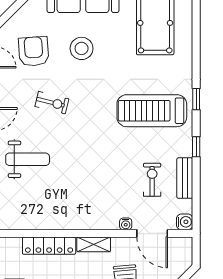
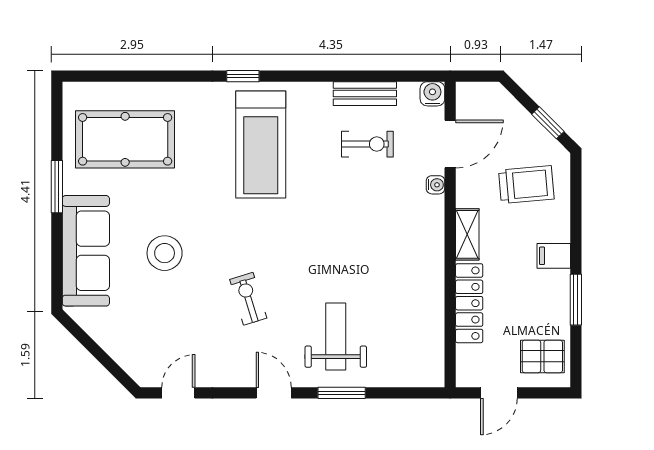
armchair: (34, 51) -> (169, 327), removed
exercise bike: (52, 103) -> (248, 299), turned -31
window: (196, 147) -> (316, 76), removed
exercise bike: (152, 180) -> (367, 144), turned 180

